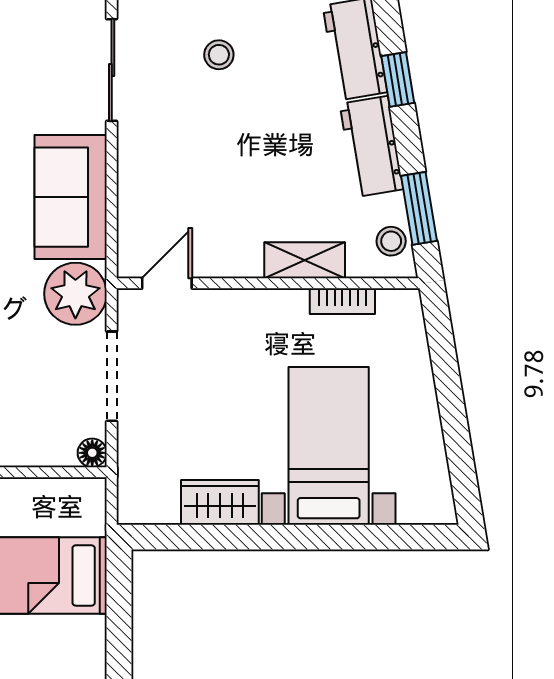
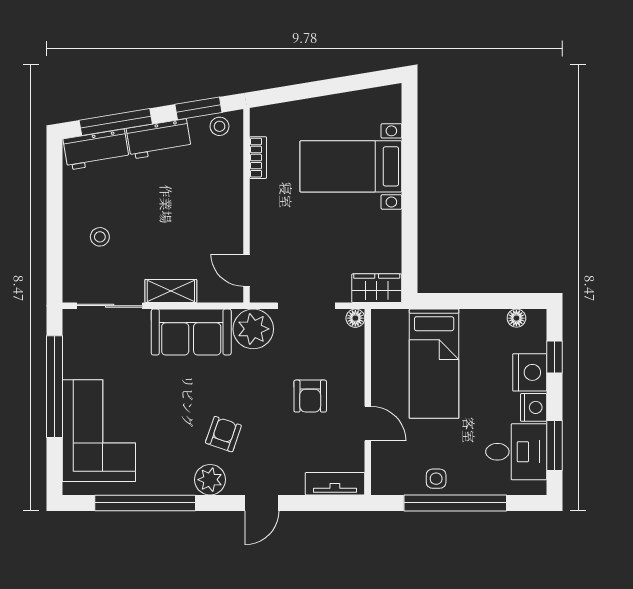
window: (398, 80) -> (116, 122), width x2.17
shelving: (305, 260) -> (171, 291), moved, turned 90
wardrobe: (220, 502) -> (377, 288), moved, turned 90

